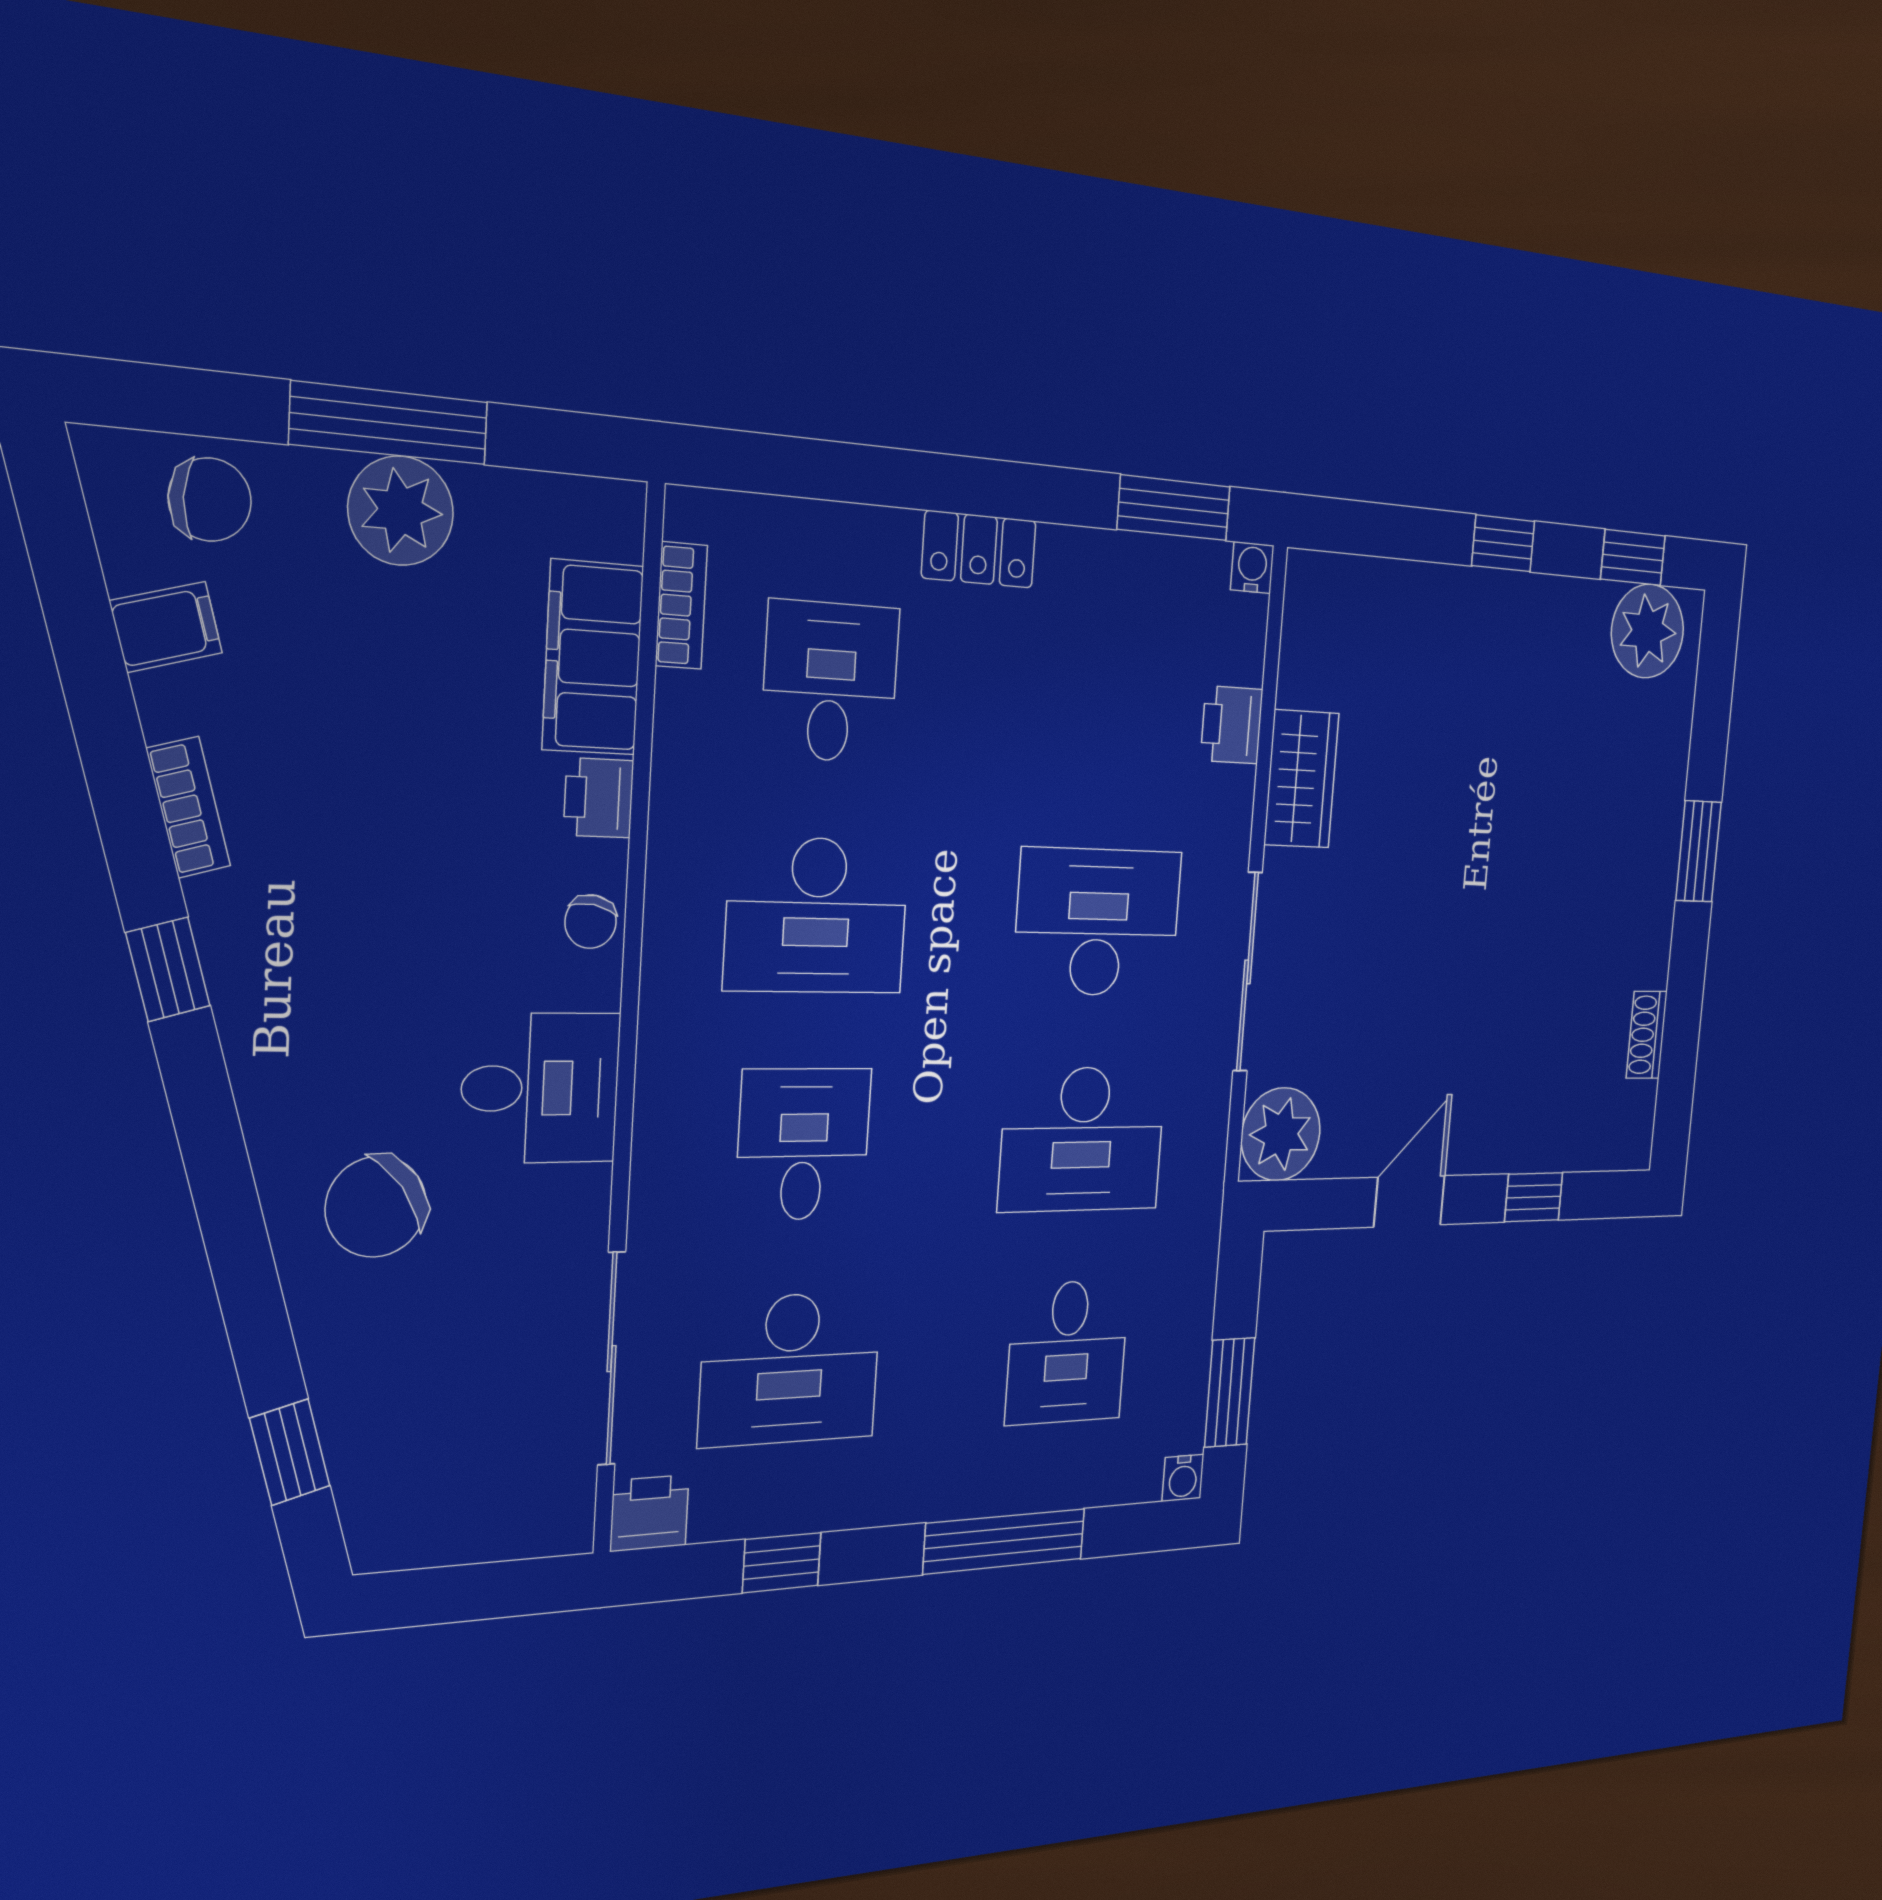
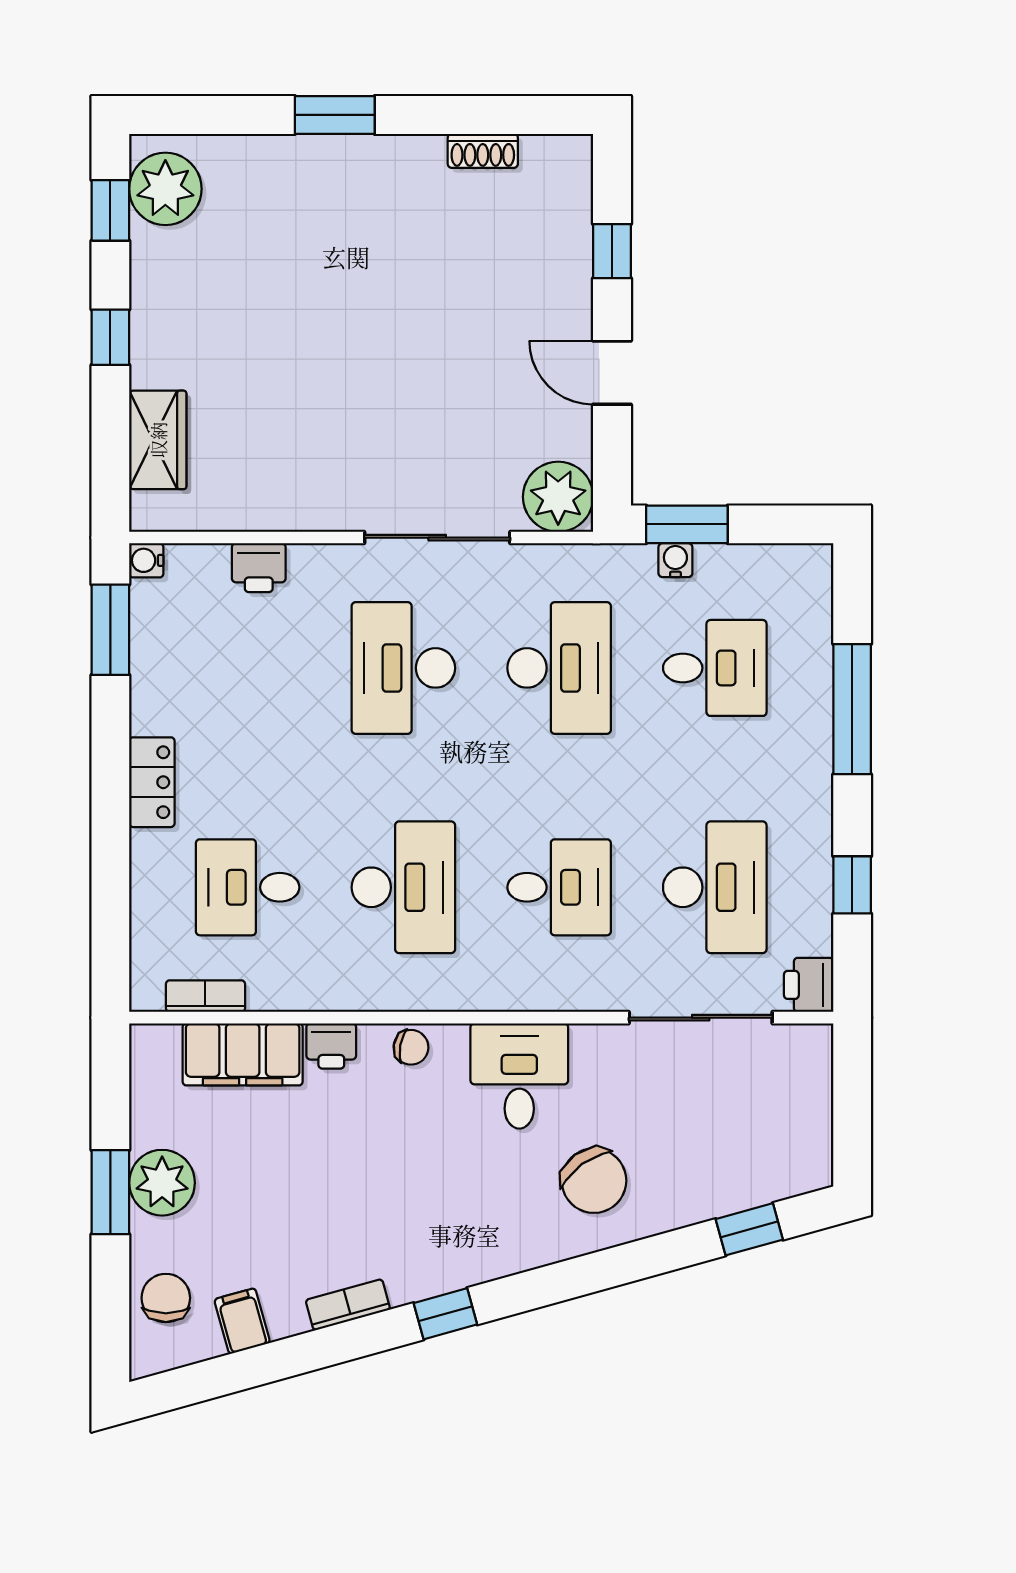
window: (389, 423) -> (110, 1192), width x0.69
wardrobe: (1302, 779) -> (158, 440), moved, turned 90
desk: (803, 1144) -> (559, 887), turned 180
window: (1230, 1392) -> (687, 524), moved
water cooler: (1183, 1478) -> (675, 560), moved, turned -90

